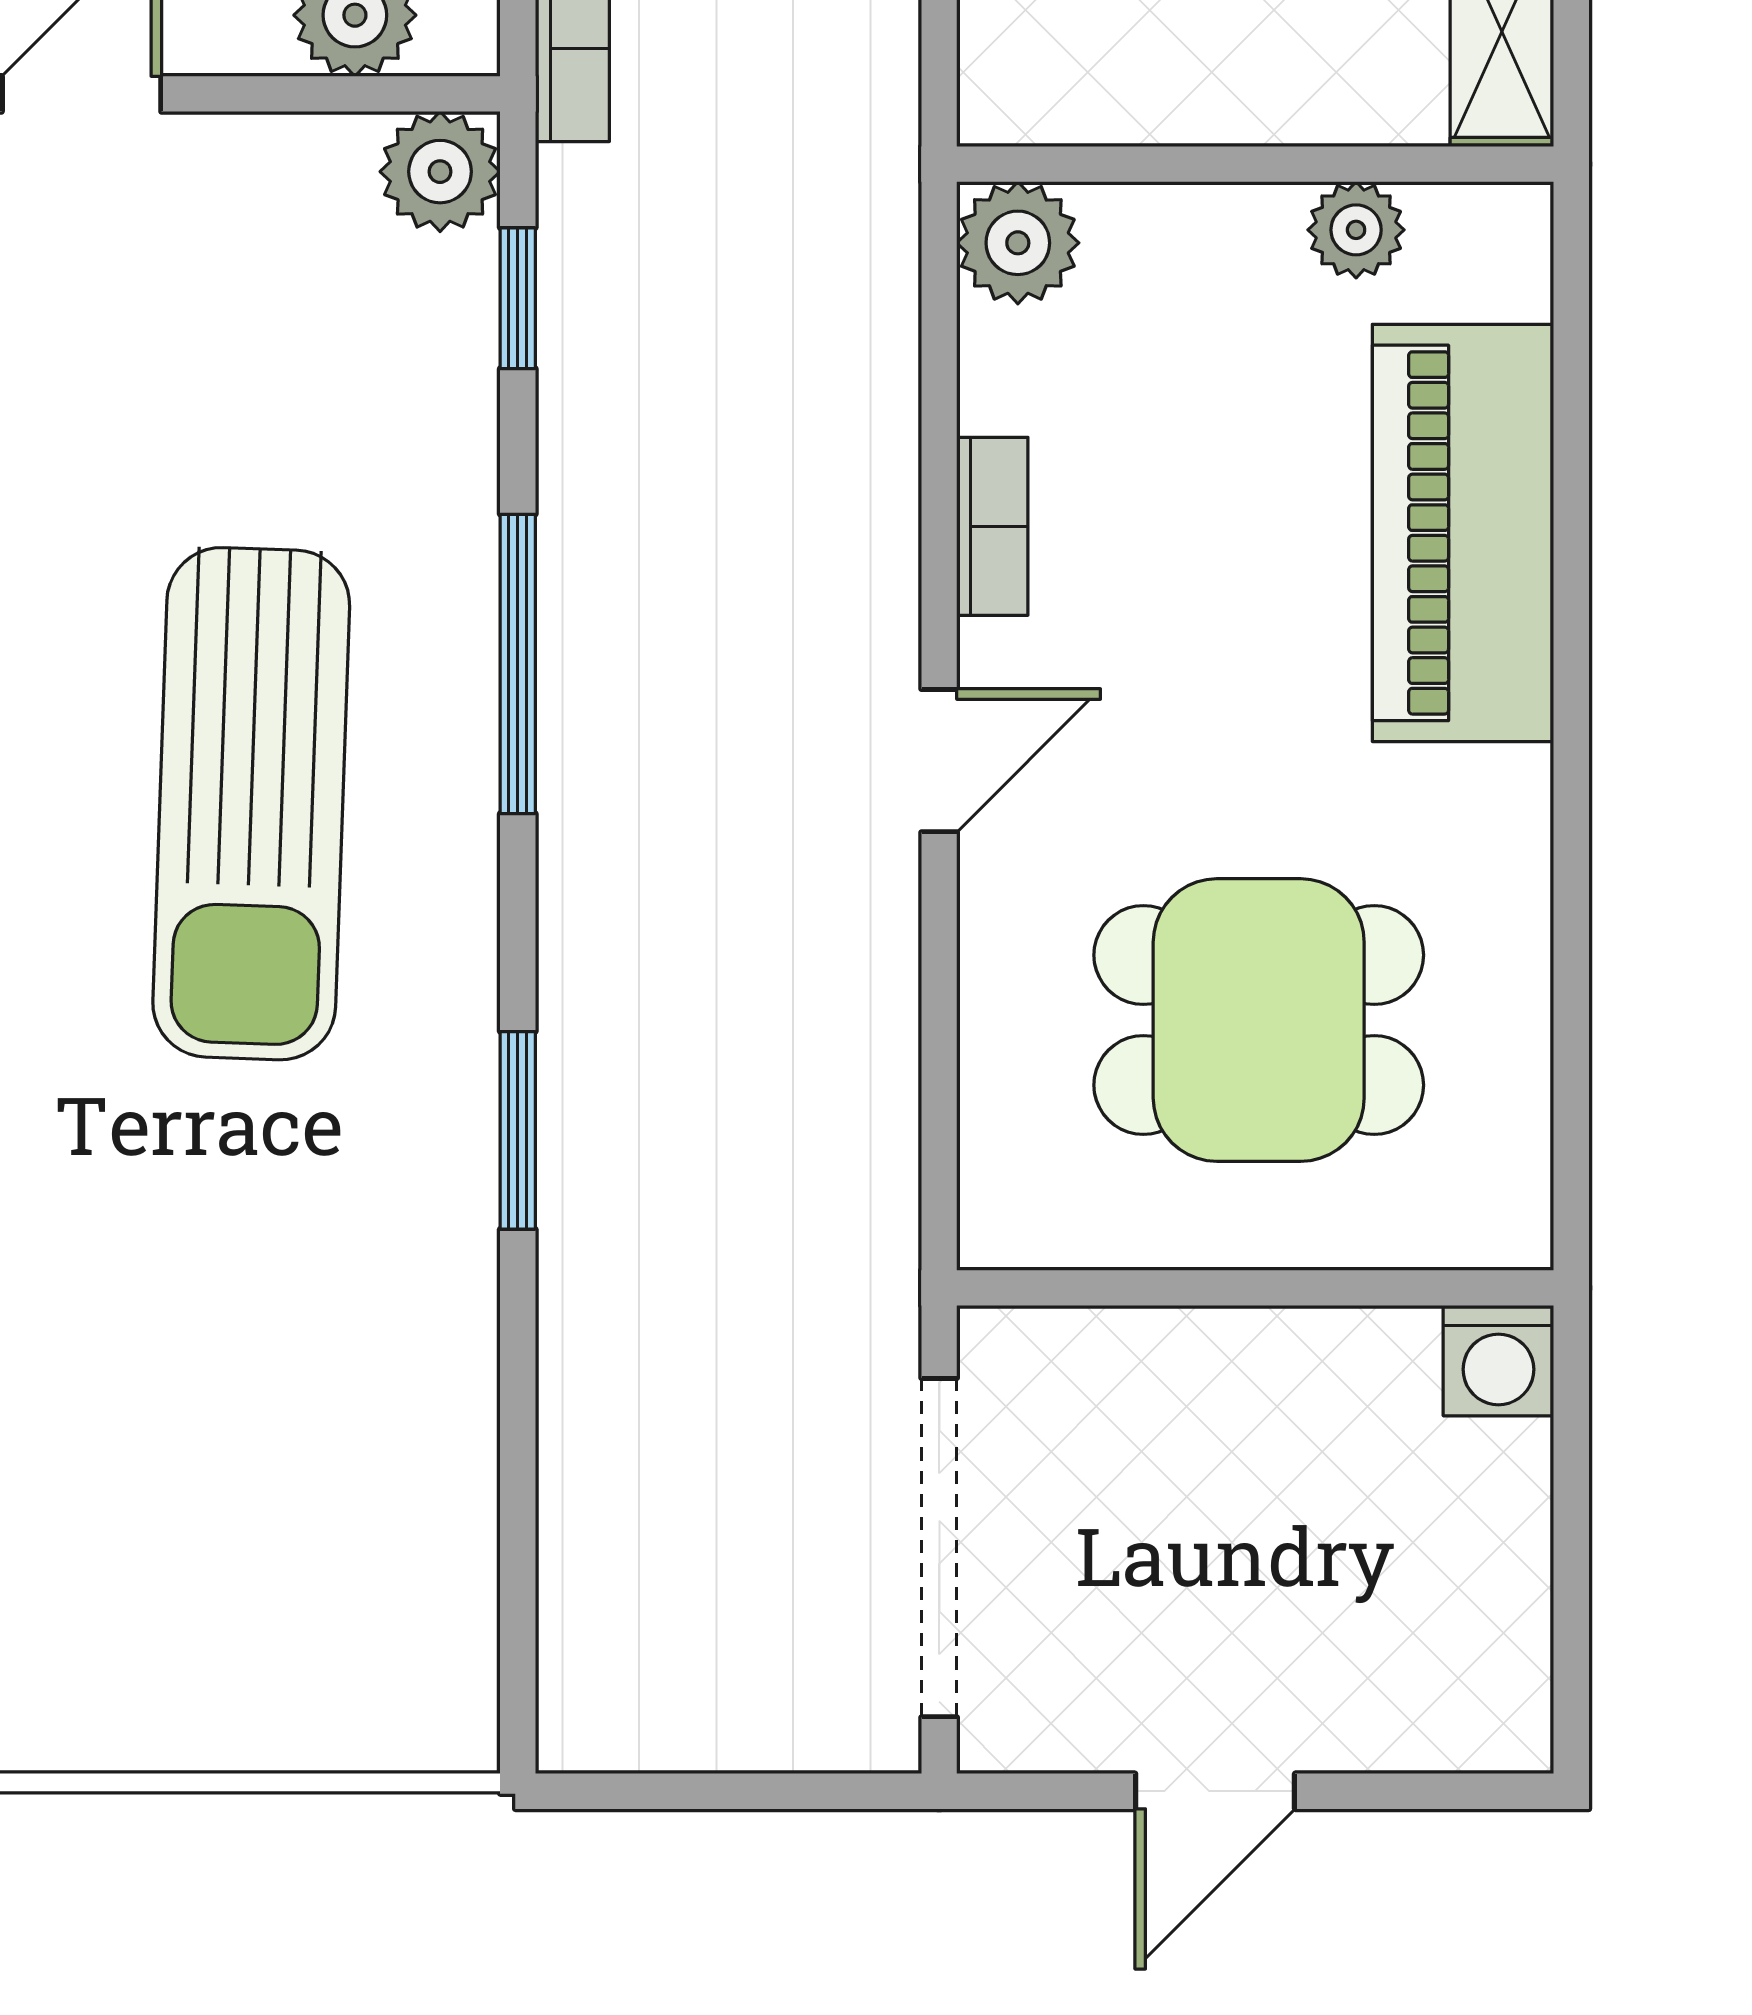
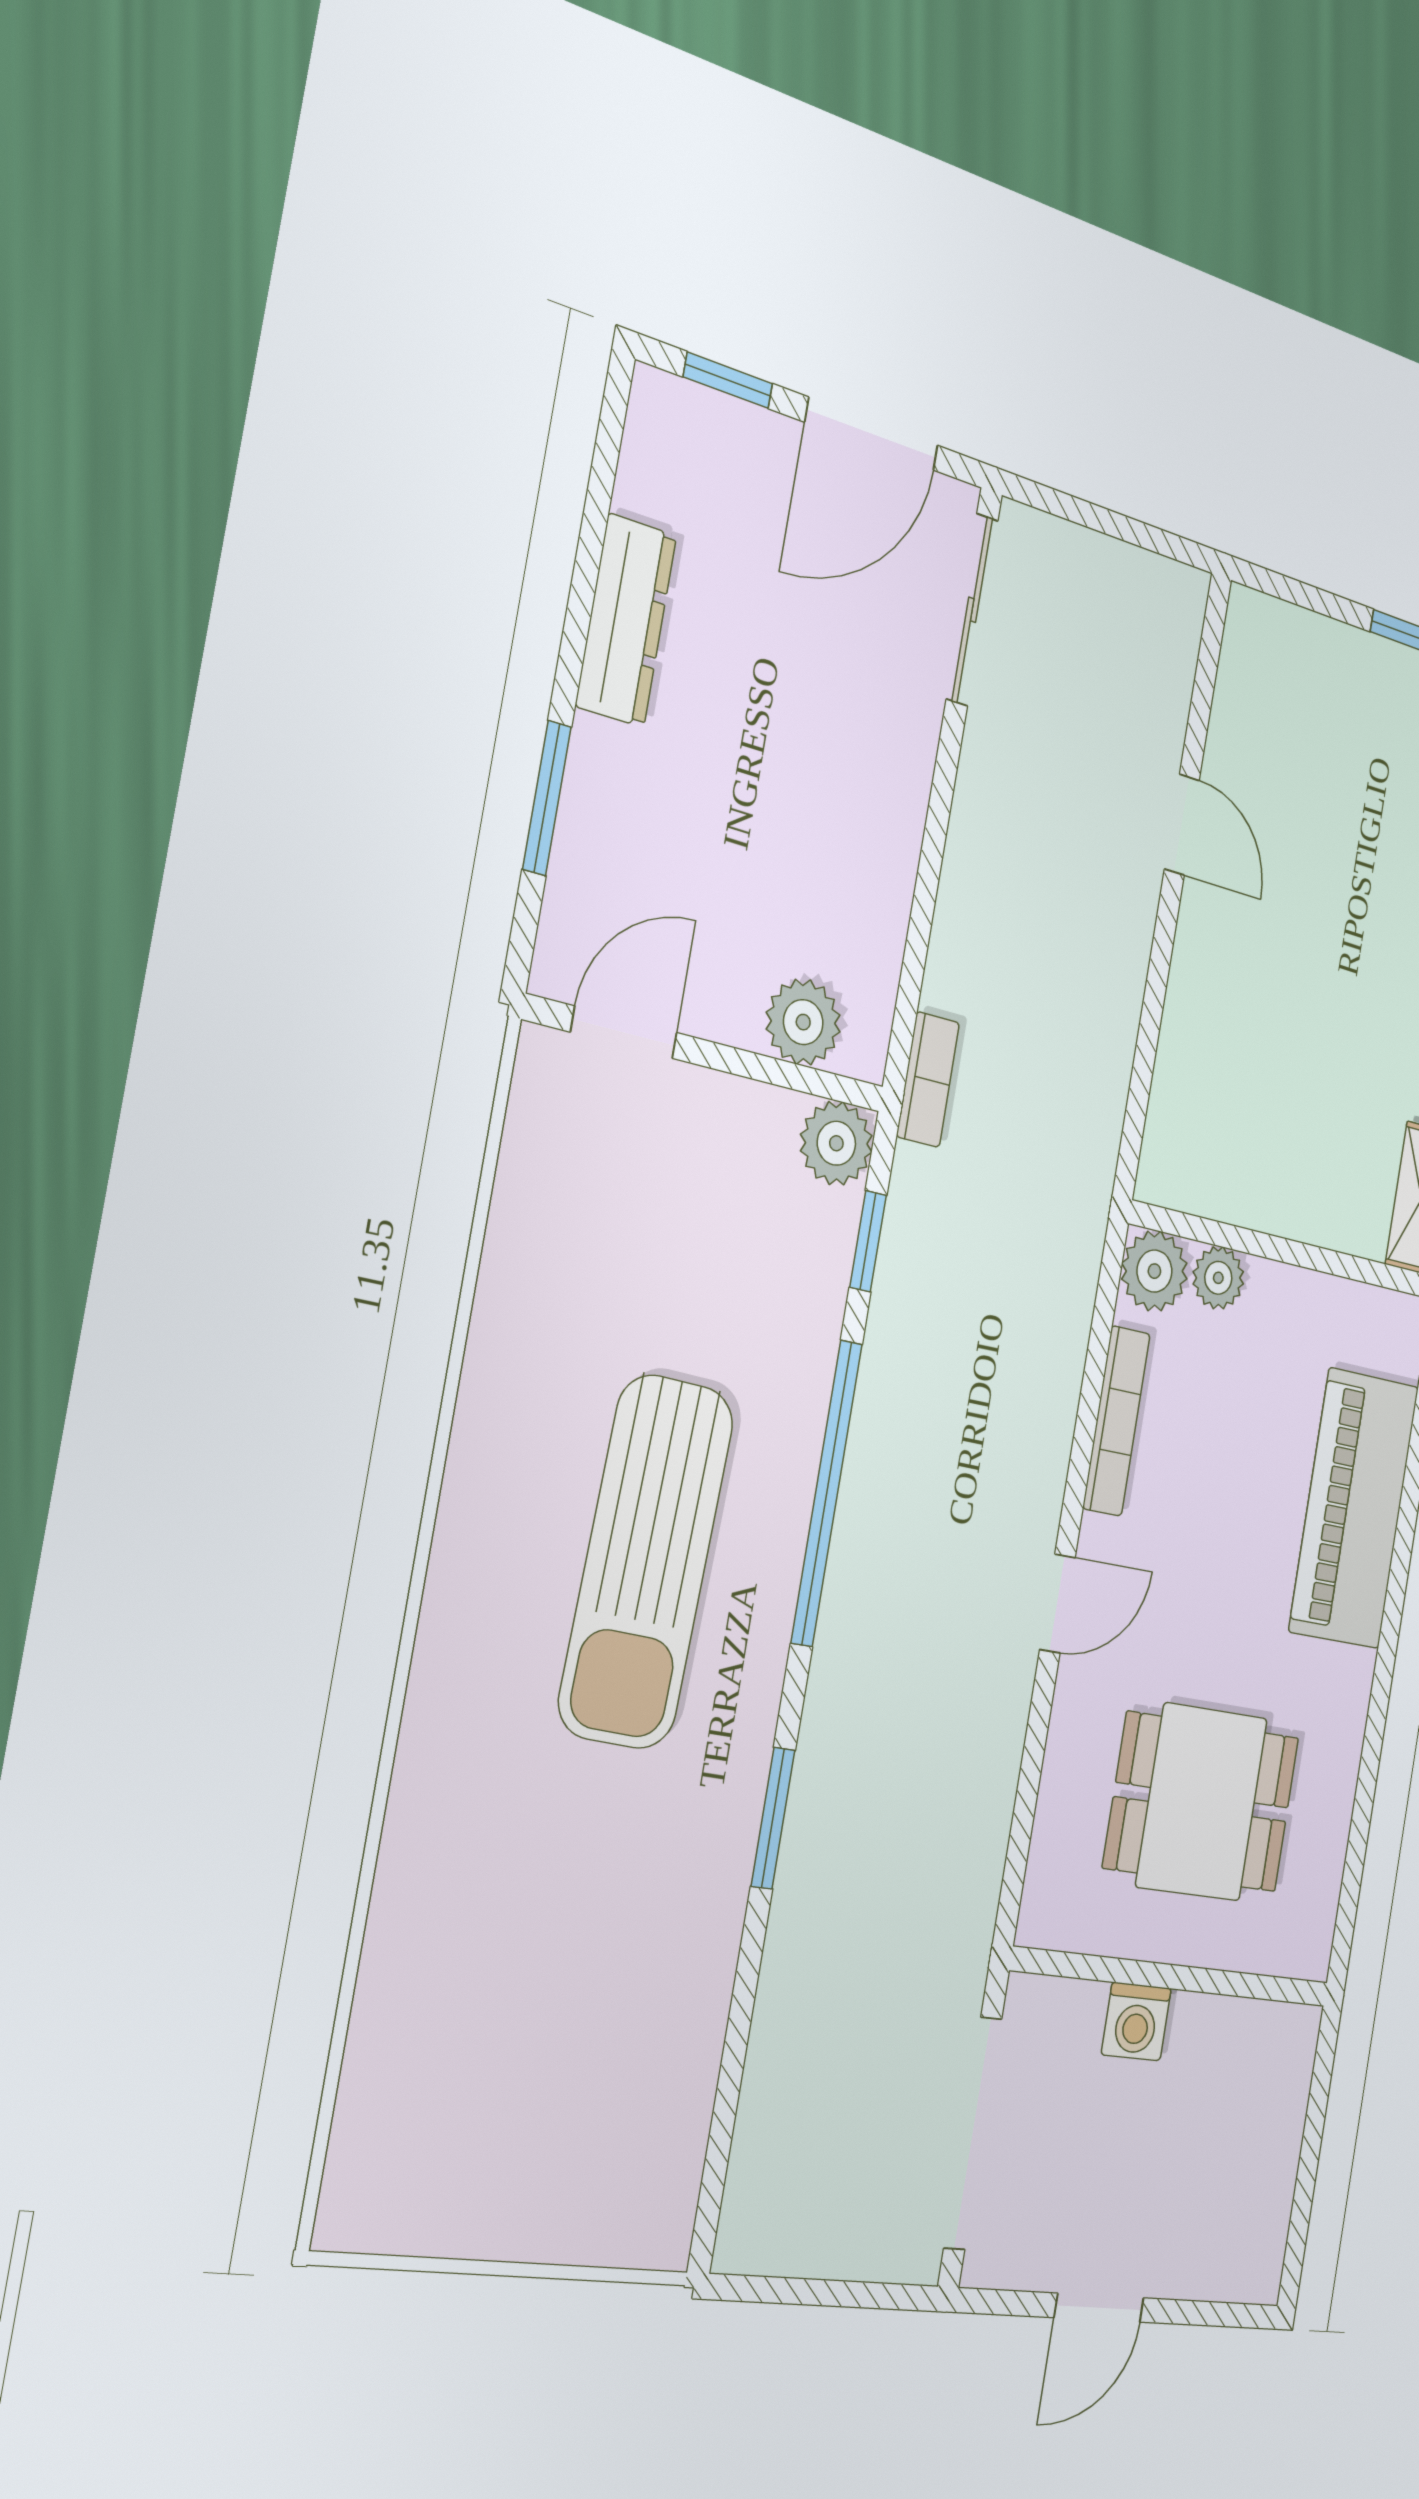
plant: (1356, 230) -> (1218, 1278), moved
bookcase: (992, 526) -> (1116, 1421), width x1.56
window: (518, 664) -> (827, 1493), width x1.46
washing machine: (1498, 1361) -> (1136, 2022), moved

